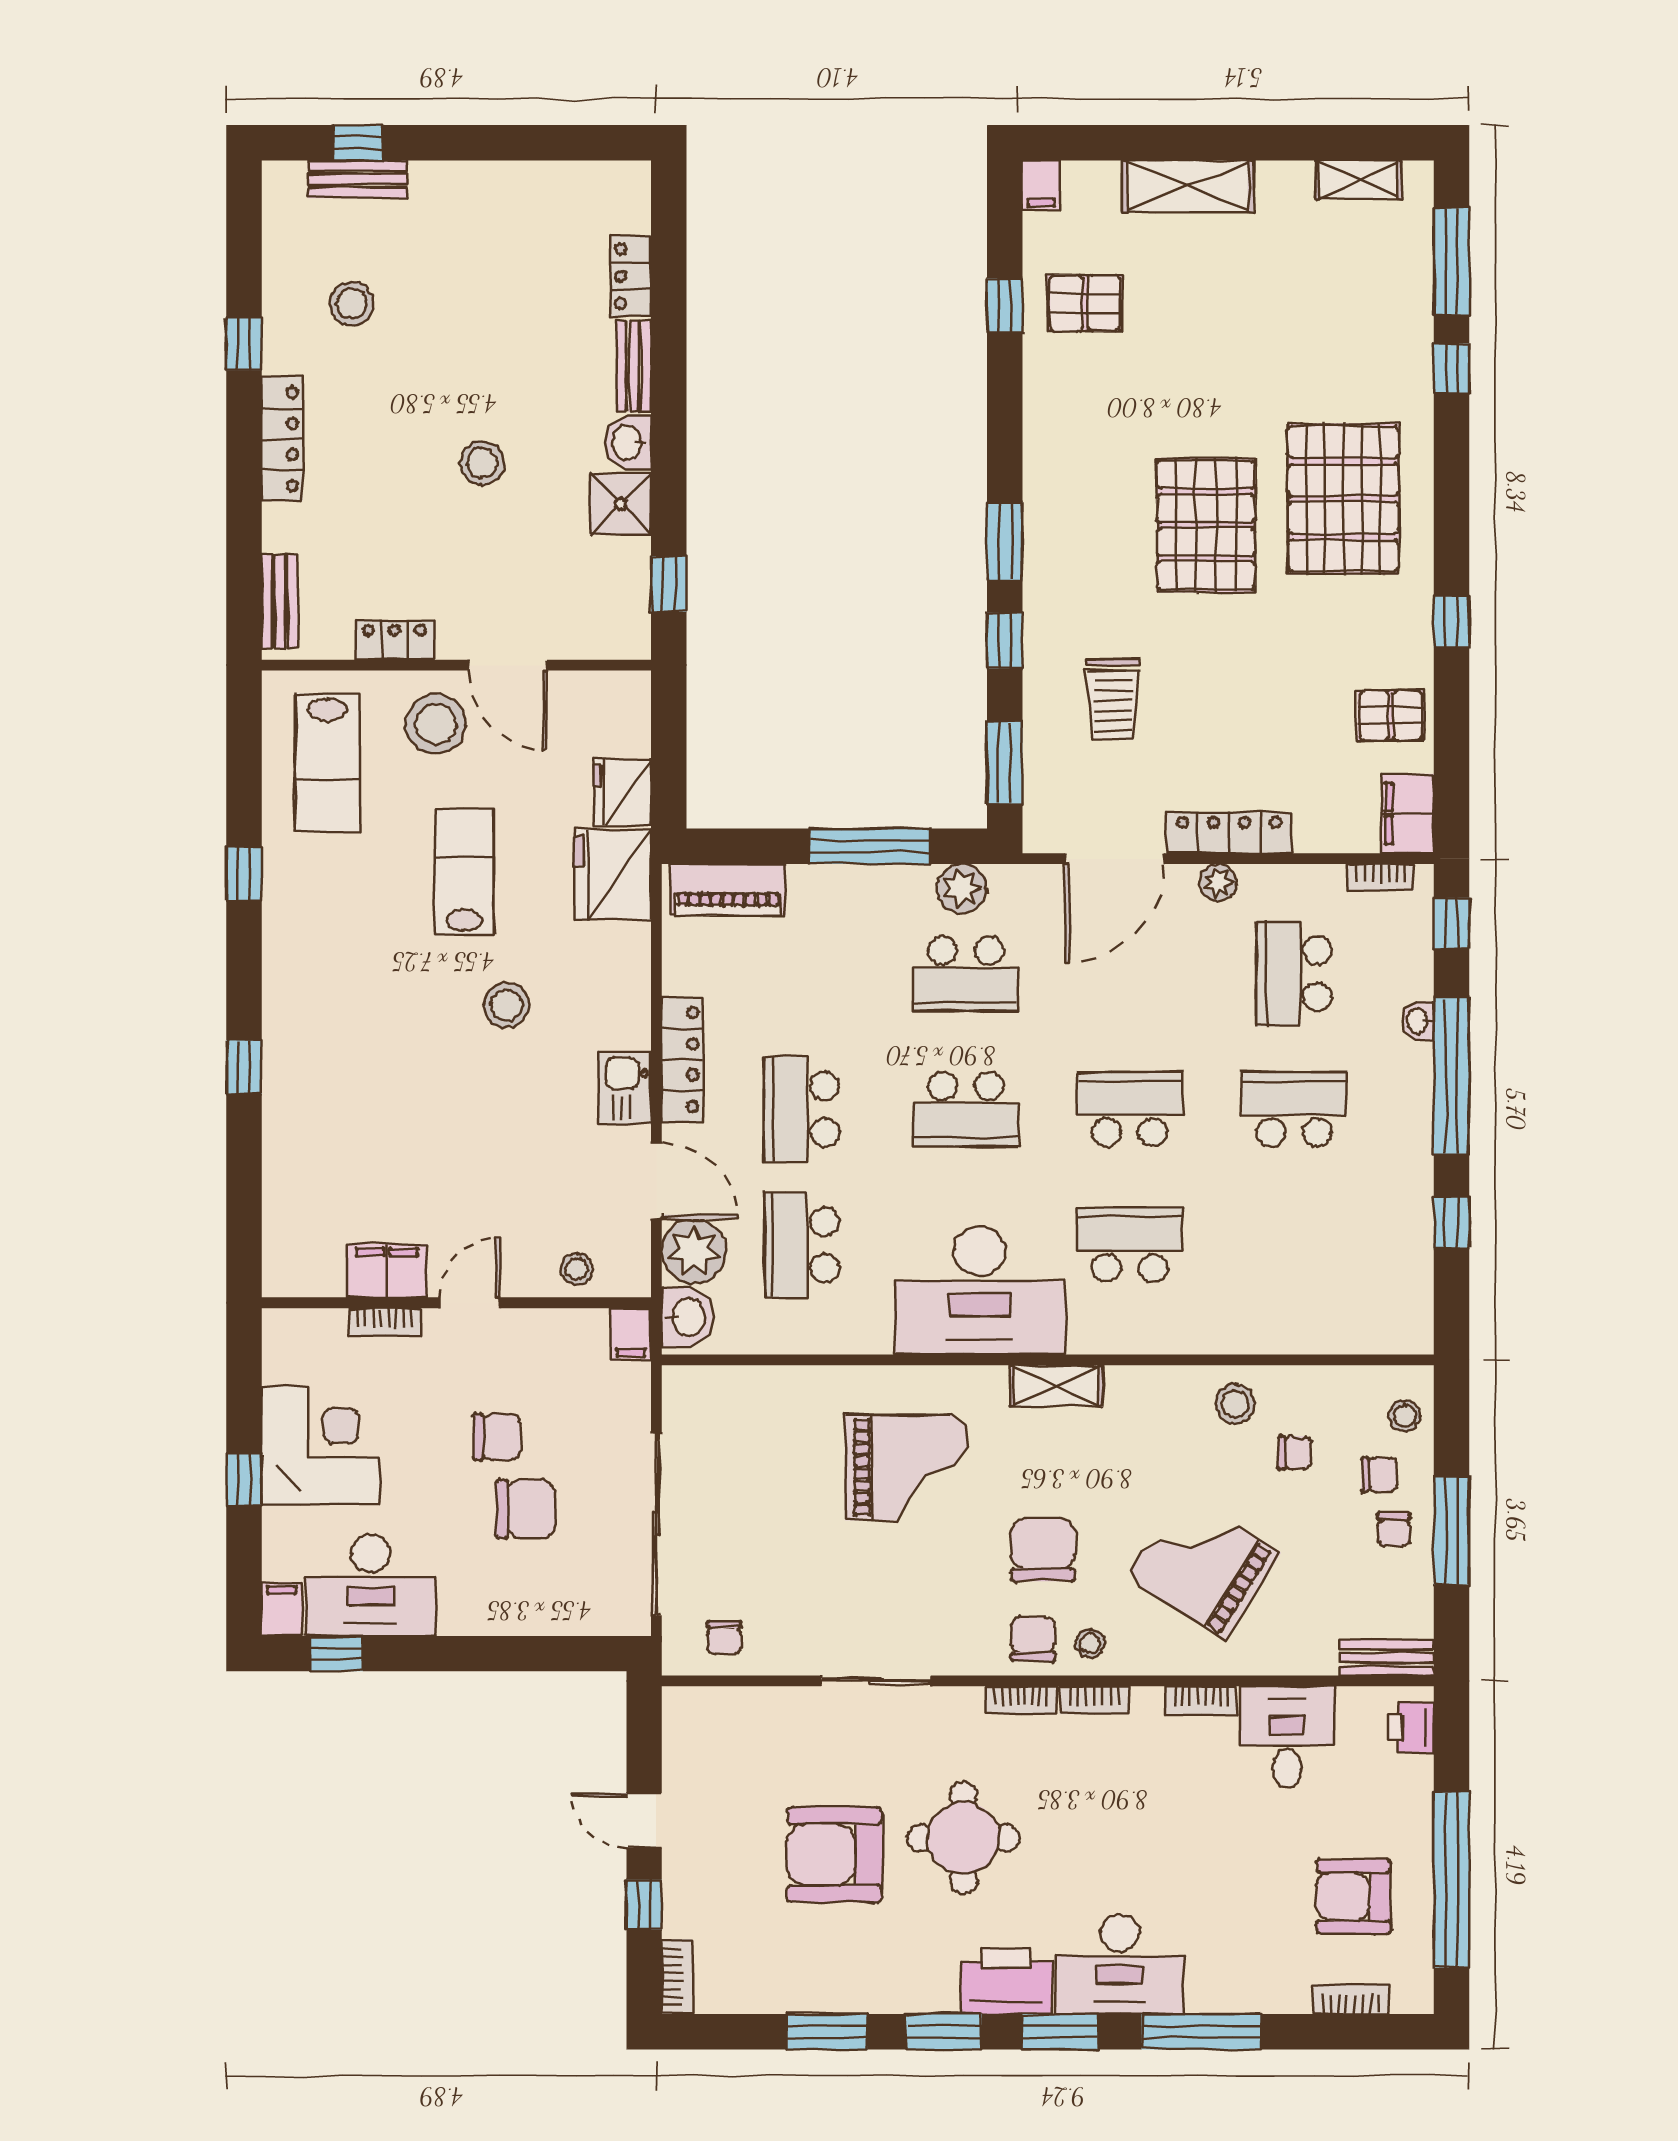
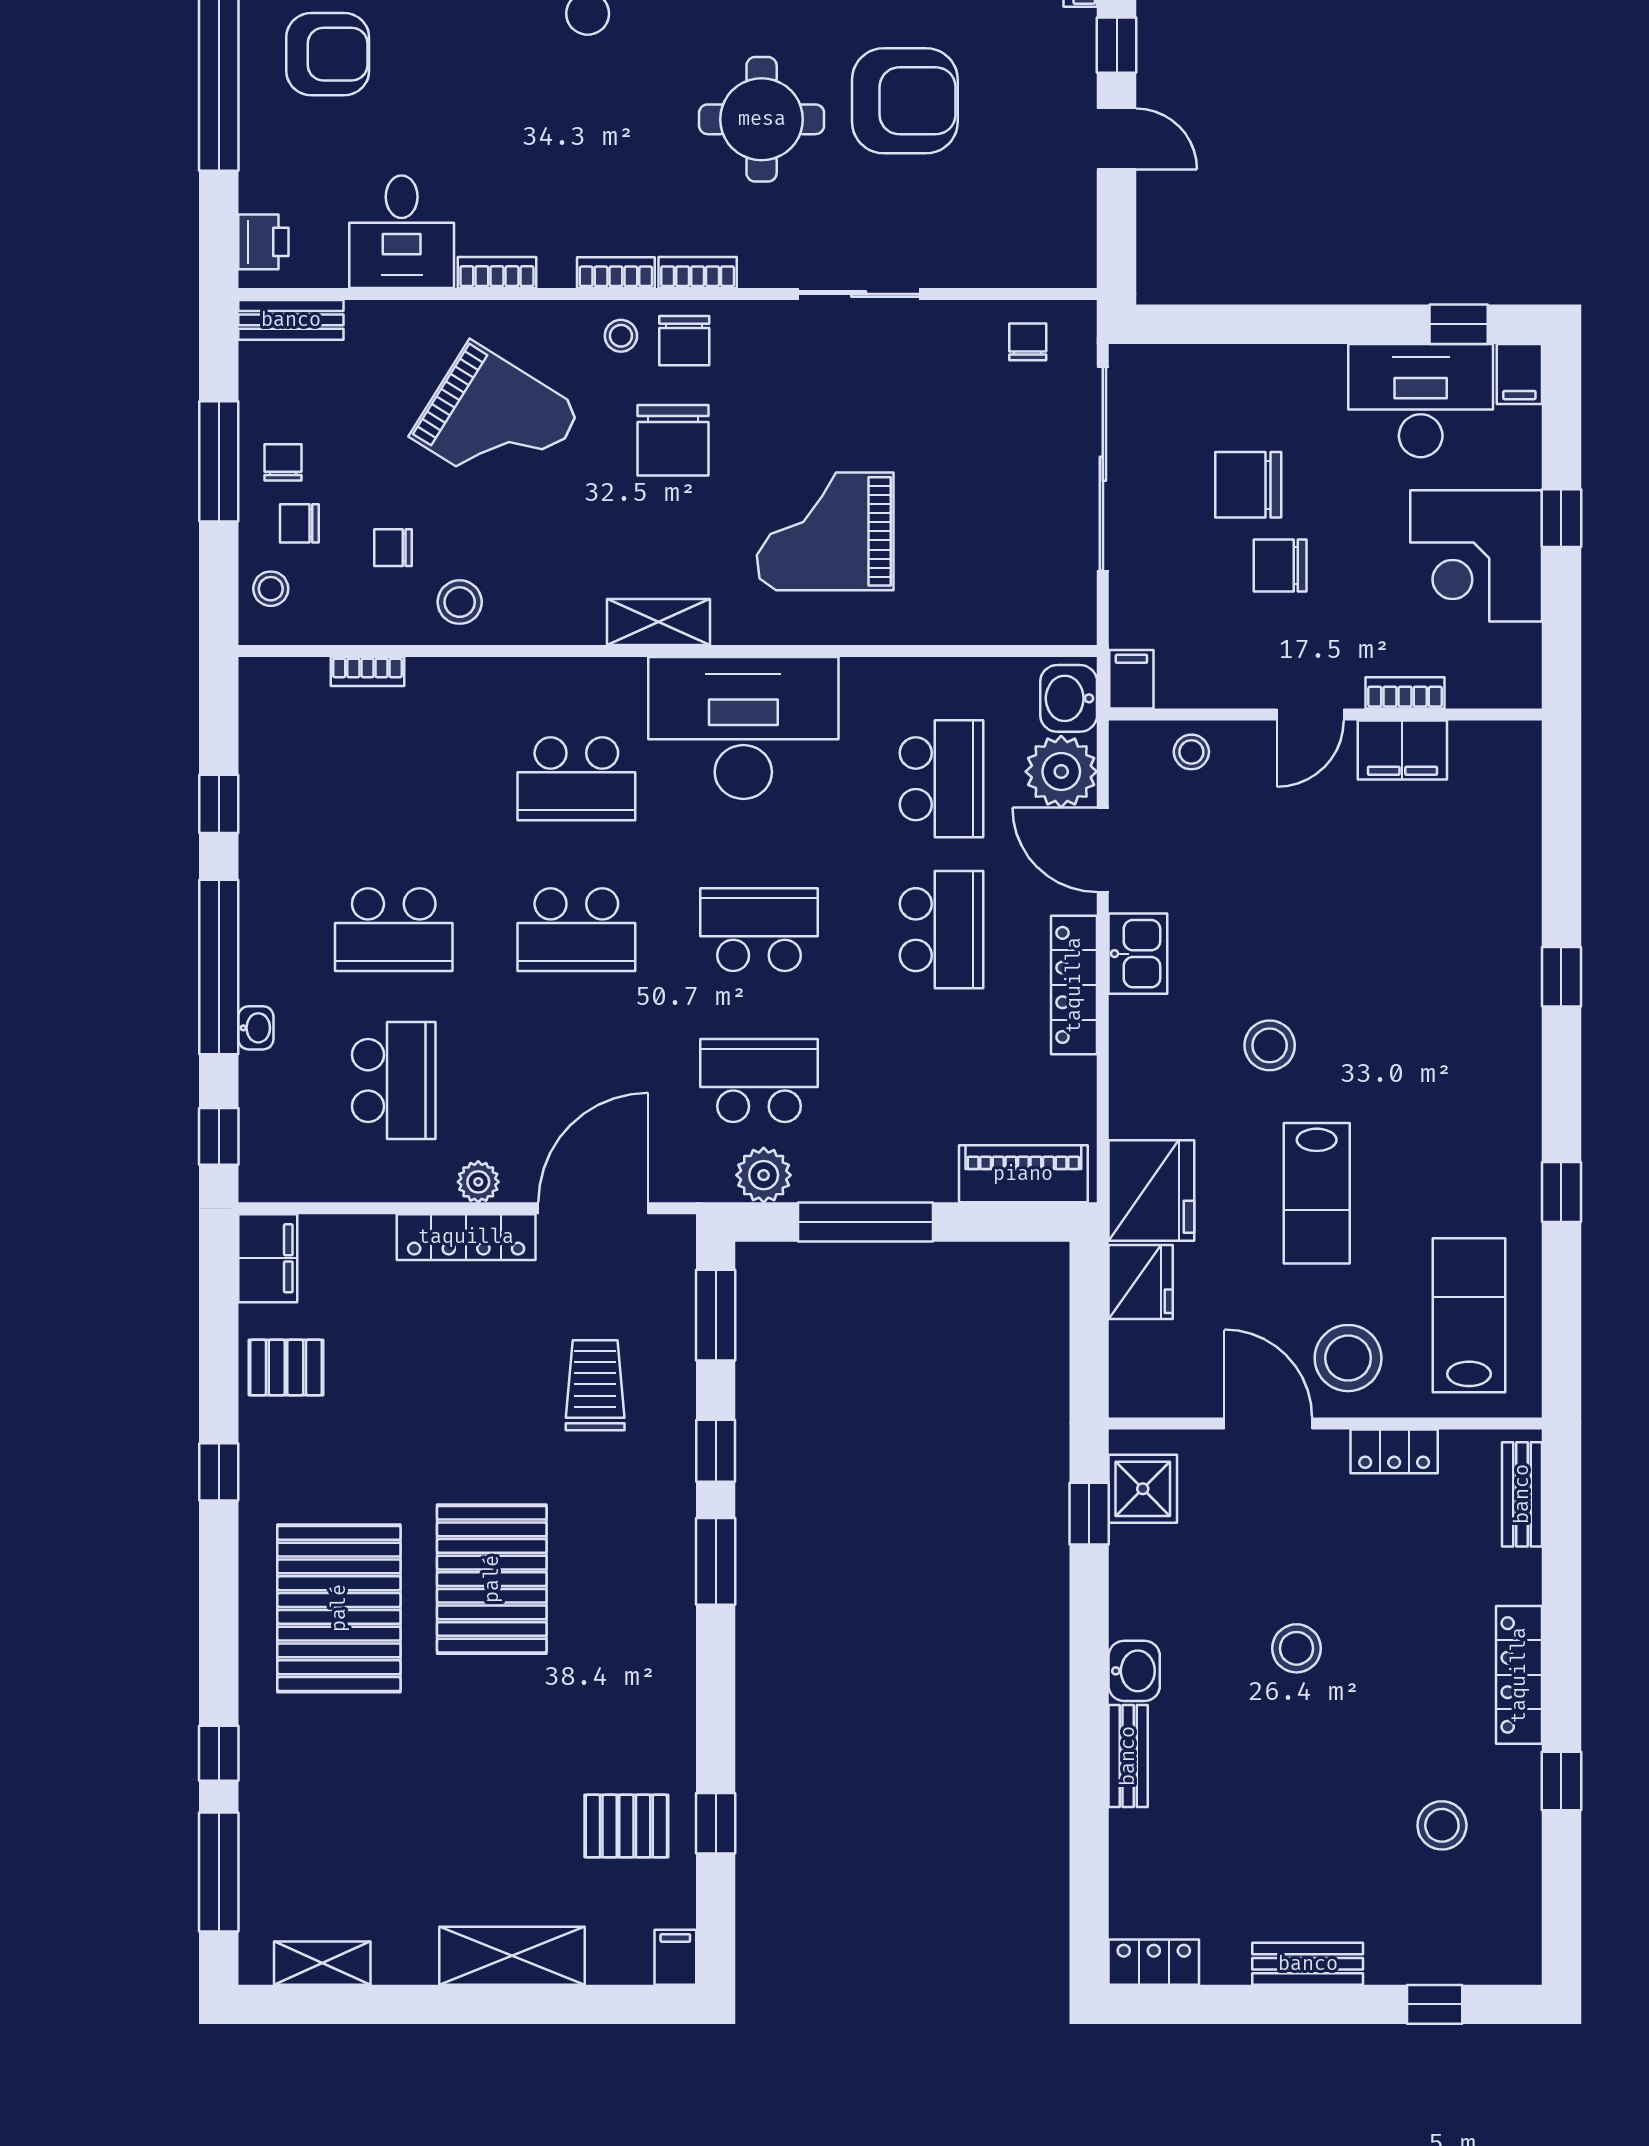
bench: (357, 179) -> (1308, 1964), moved
locker: (631, 276) -> (1154, 1962), moved, turned -90
shower: (621, 504) -> (1143, 1489), moved
bookcase: (1381, 877) -> (367, 671), moved, turned 180

